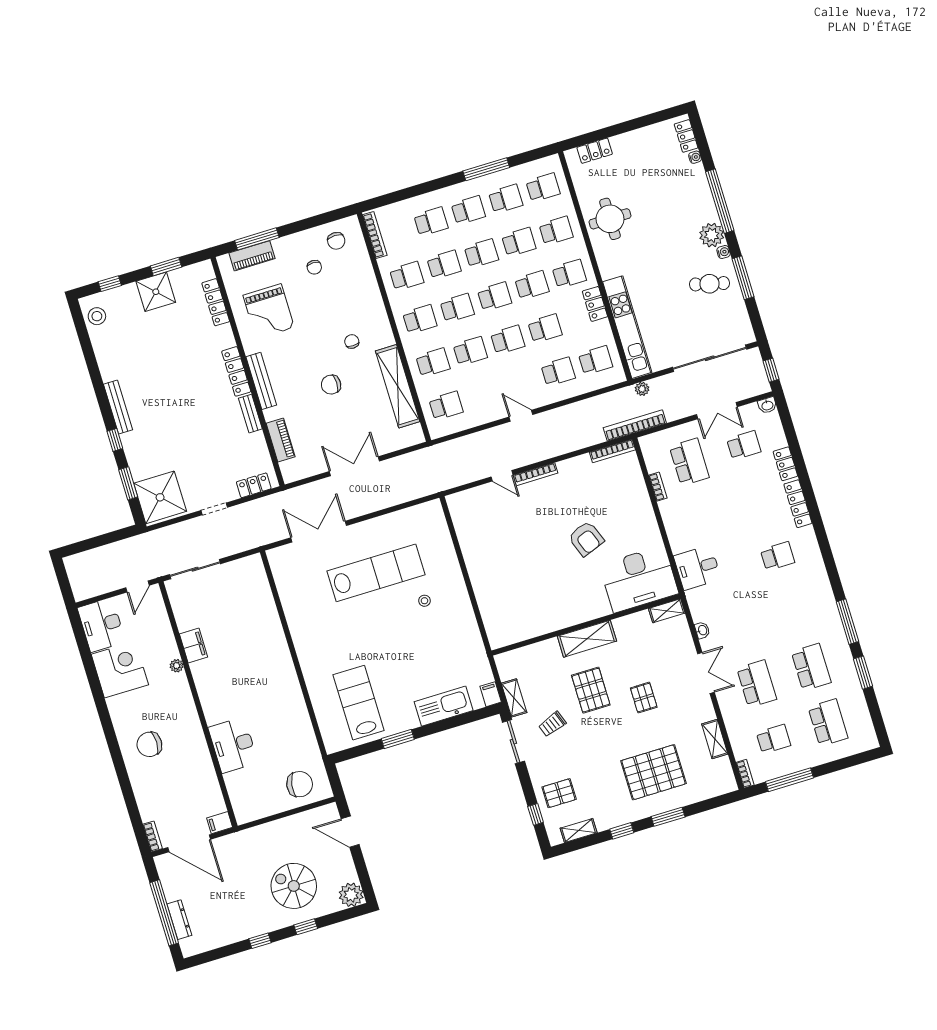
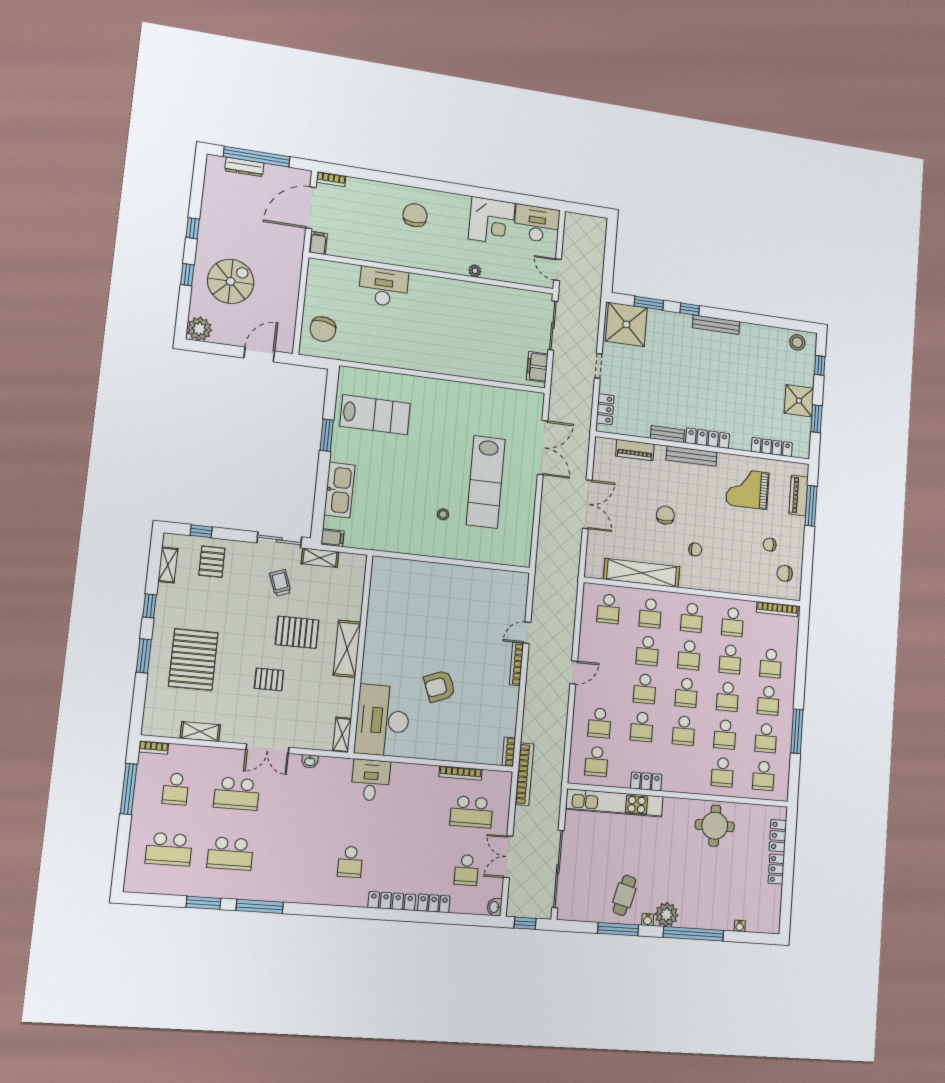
locker: (686, 136) -> (776, 869), moved, turned -90
school desk: (569, 274) -> (681, 769), removed
plant: (642, 389) -> (555, 794), removed
bookcase: (612, 451) -> (509, 752), width x0.64
bookcase: (658, 487) -> (461, 773), width x1.56
filing cabinet: (193, 646) -> (537, 367), moved, turned 90

